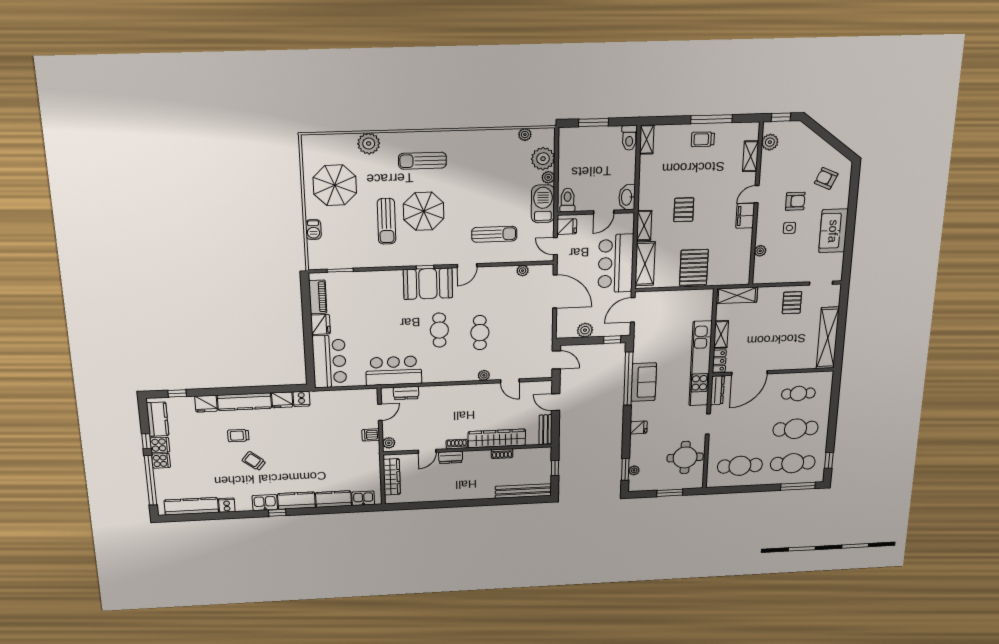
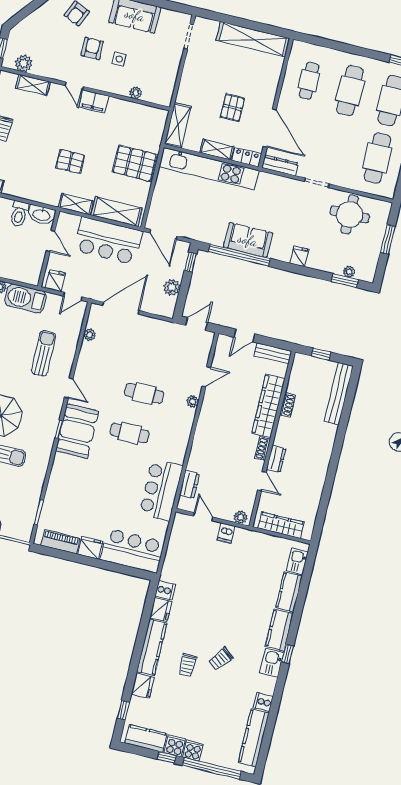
toilet: (568, 200) -> (19, 214), moved, turned -90
pallet: (792, 303) -> (232, 108), moved, turned 90
kitchen unit: (700, 364) -> (209, 169), moved

